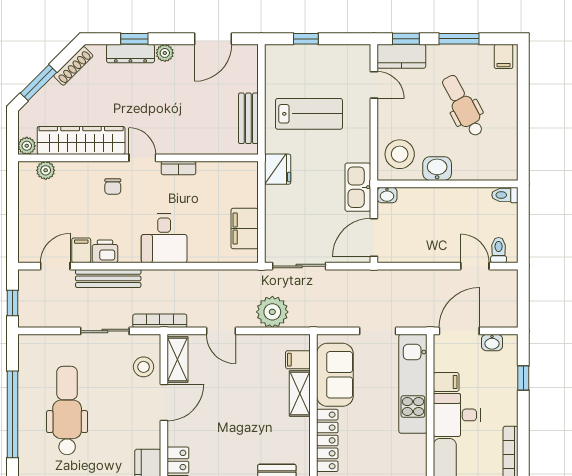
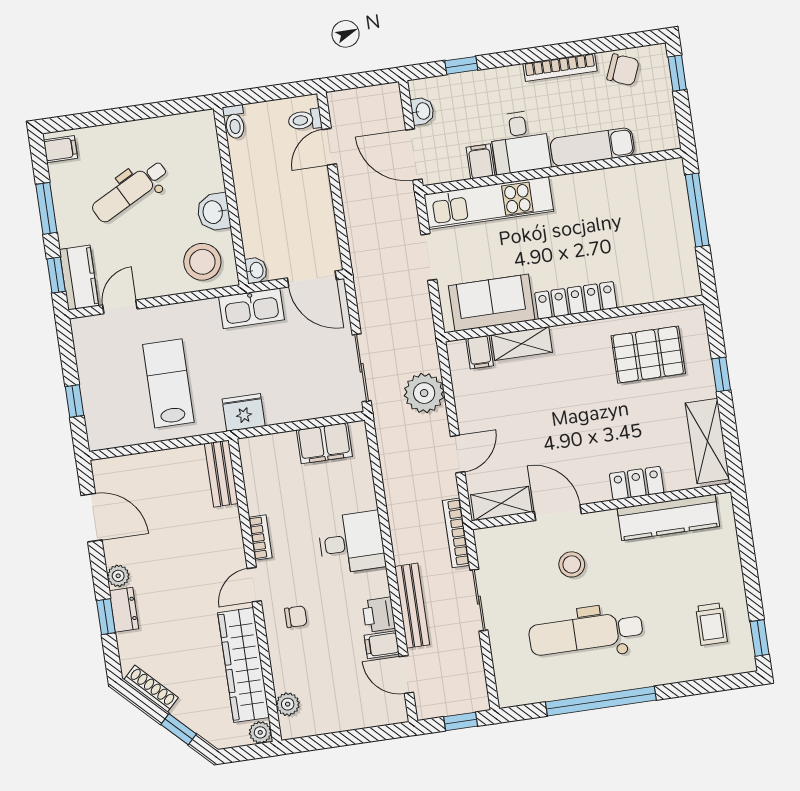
dresser: (130, 54) -> (124, 610), width x0.70
window: (39, 83) -> (179, 729), width x0.67
bench: (248, 118) -> (221, 474), moved, turned 90
stool: (144, 367) -> (572, 564), moved

